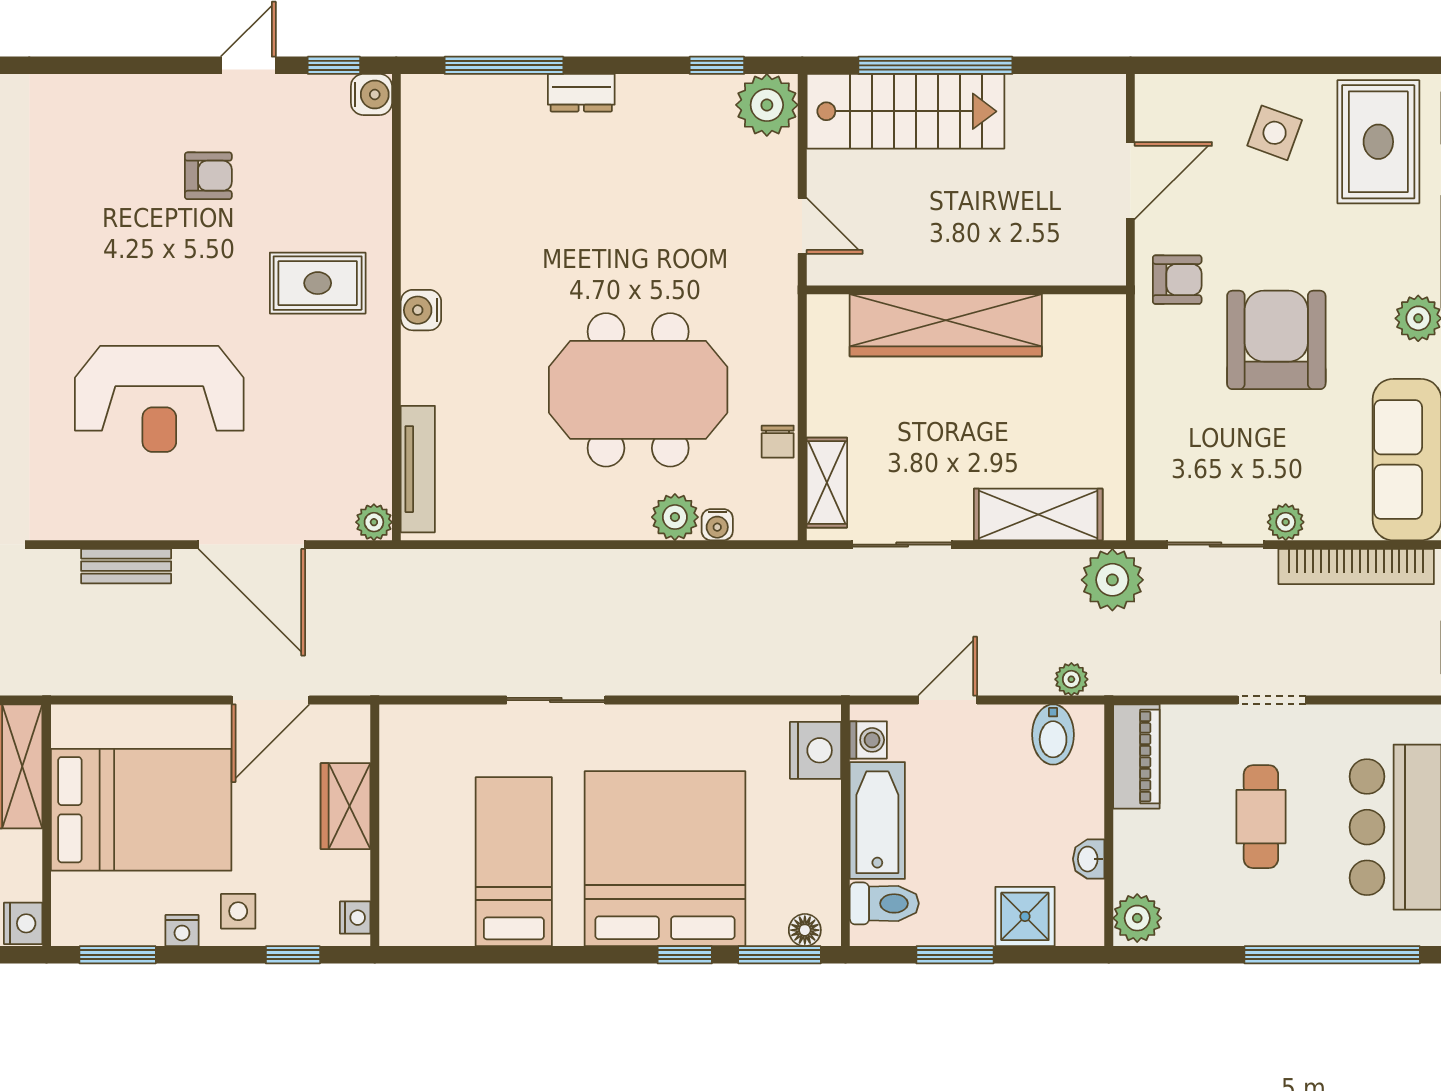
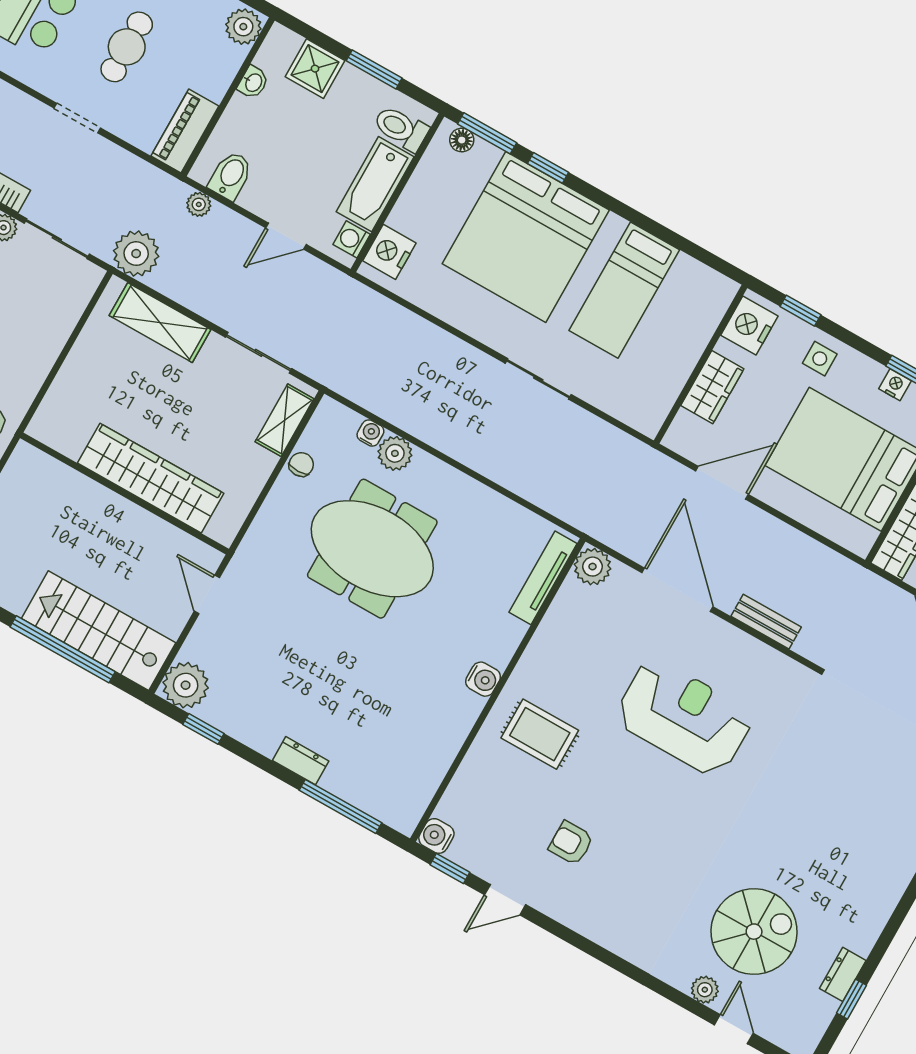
plant: (374, 522) -> (593, 567), width x1.38, depth x1.38
nightstand: (355, 918) -> (749, 326), width x1.89, depth x1.79
nightstand: (182, 931) -> (895, 385), moved

